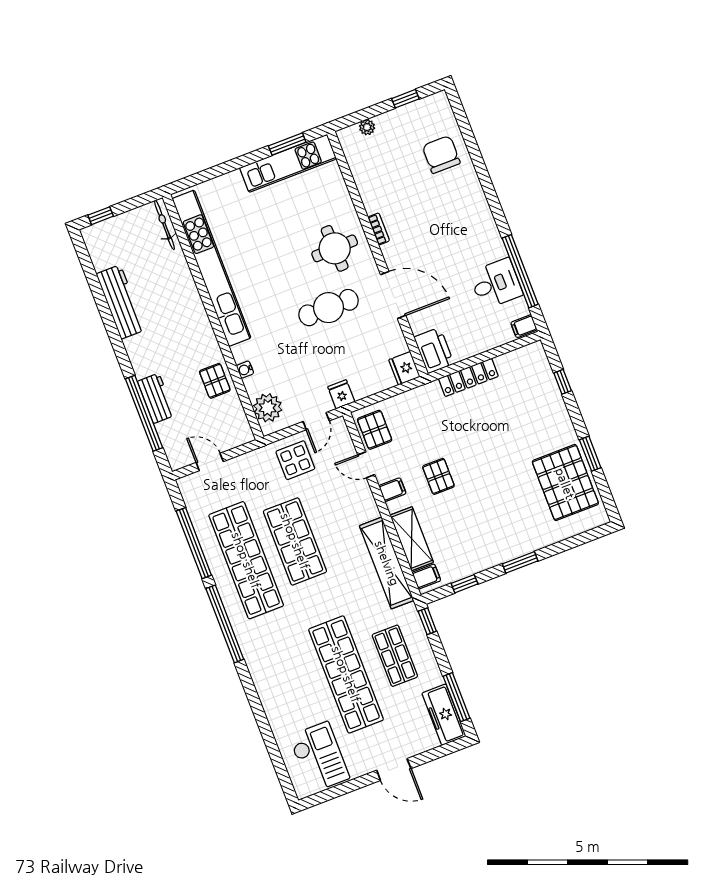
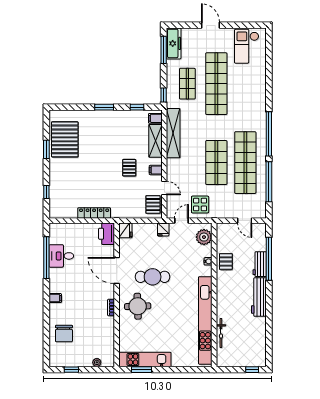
bicycle: (164, 225) -> (221, 333), moved
workbench: (121, 302) -> (259, 297), moved
filing cabinet: (524, 326) -> (55, 298), moved

